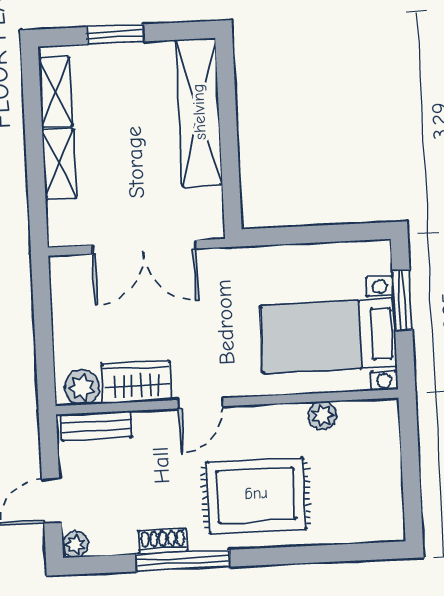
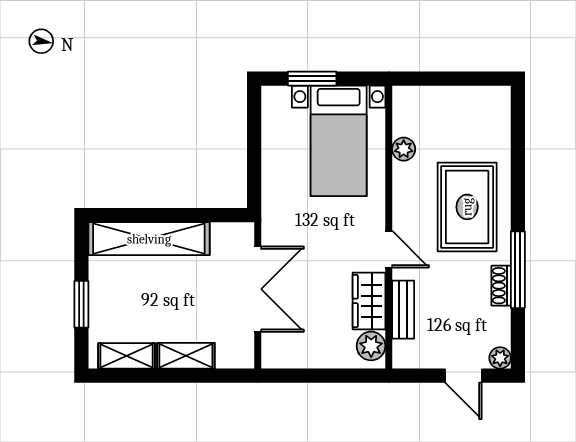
bench: (96, 426) -> (403, 310), moved

